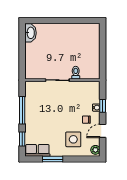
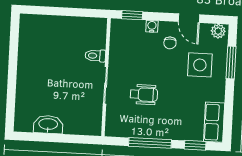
washbasin: (30, 33) -> (48, 125), moved
wheelchair: (53, 105) -> (144, 94), added
window: (103, 106) -> (132, 15), moved
window: (53, 159) -> (231, 63), moved

